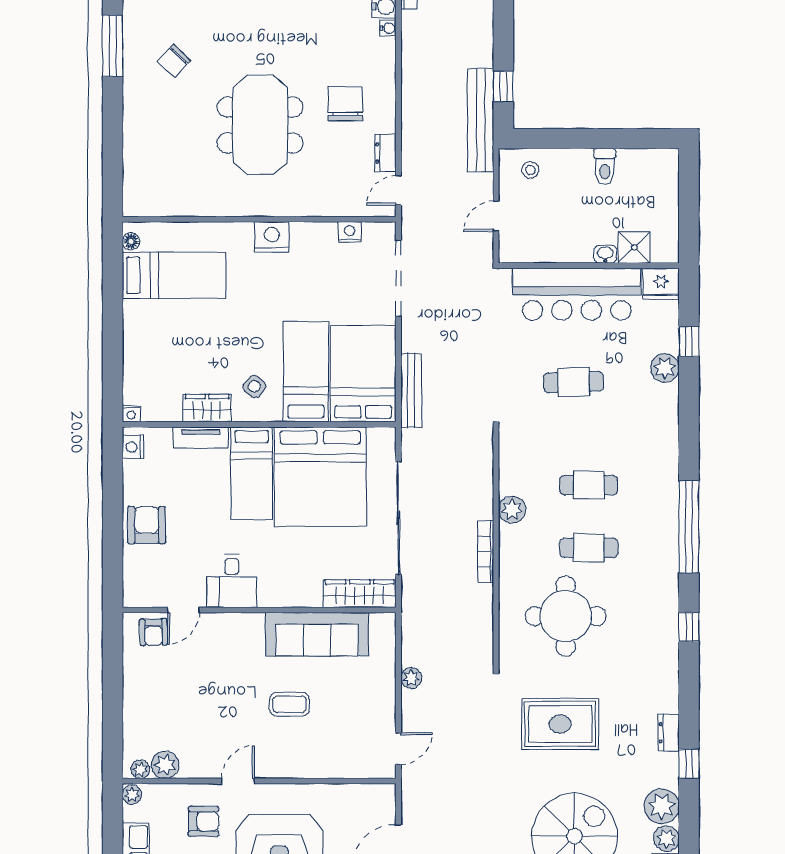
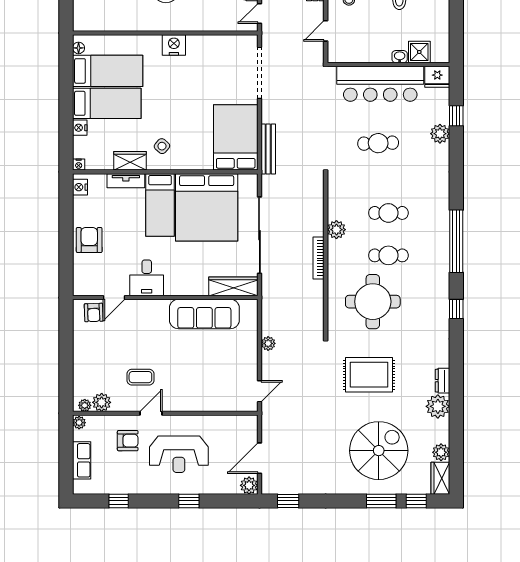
nightstand: (350, 232) -> (80, 128), moved, turned -90
bed: (306, 372) -> (107, 103), moved, turned 90
coffee table: (290, 704) -> (140, 377), moved
window: (689, 764) -> (456, 402), removed
plant: (662, 806) -> (438, 406), moved

